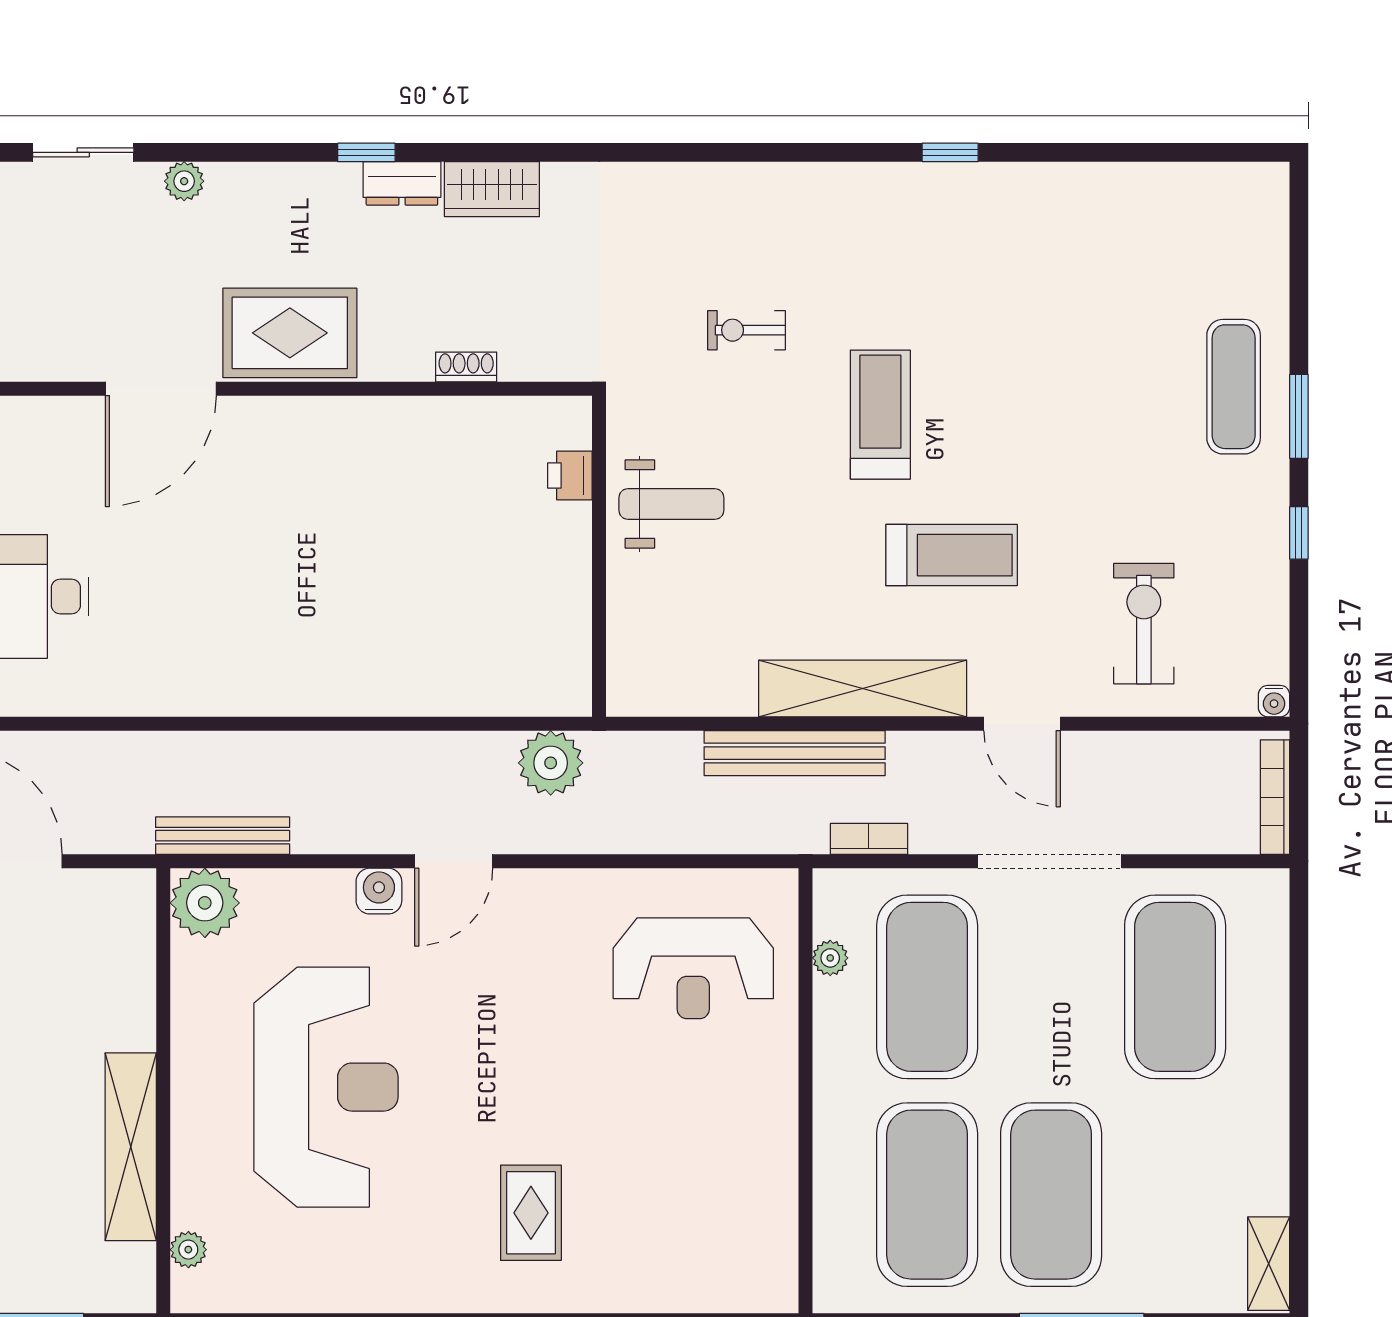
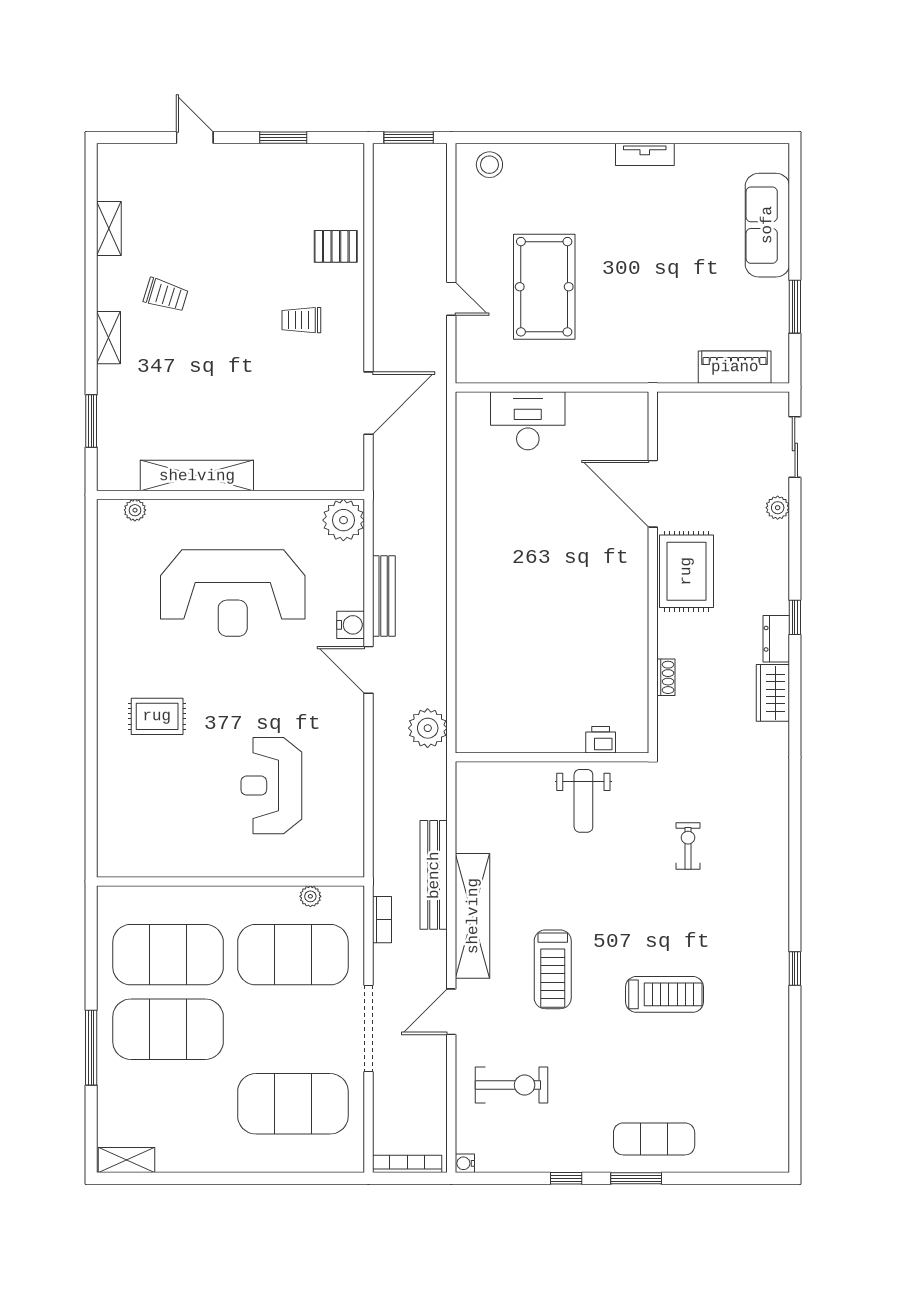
treadmill: (880, 415) -> (664, 994), moved
bench: (223, 836) -> (384, 596), moved
reception desk: (693, 968) -> (271, 786), moved

